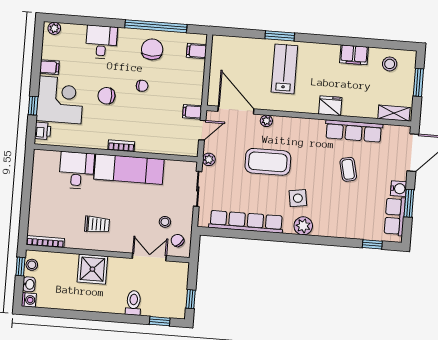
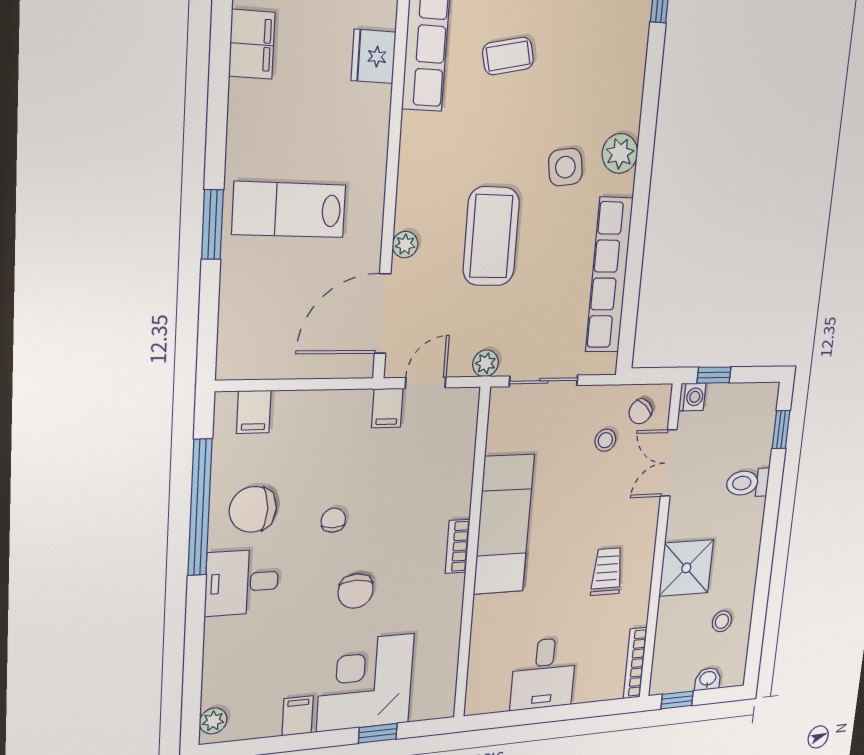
desk: (101, 42) -> (242, 582), moved
fridge: (330, 106) -> (374, 56), moved
door: (202, 130) -> (426, 383), hinge flipped
printer: (43, 131) -> (428, 705), removed
desk: (77, 170) -> (544, 674), moved, turned -90
stool: (32, 265) -> (722, 621), moved
window: (191, 299) -> (714, 375), moved
washing machine: (29, 300) -> (692, 397), moved, turned 90

